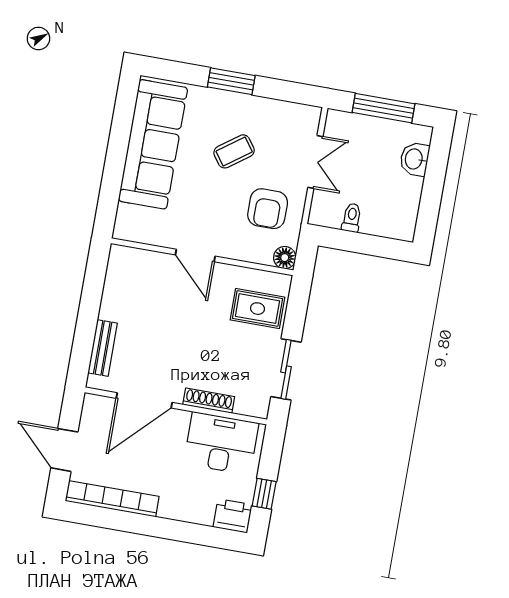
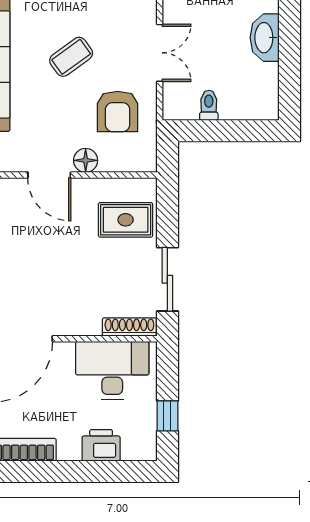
washbasin: (414, 159) -> (265, 38), width x1.38
floor lamp: (285, 258) -> (86, 160), moved
shoe rack: (209, 401) -> (129, 327), moved
printer: (233, 516) -> (101, 445), moved

